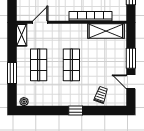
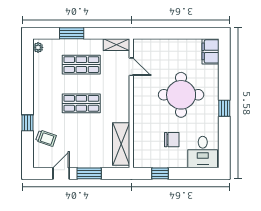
bookcase: (91, 16) -> (139, 126), removed
window: (76, 110) -> (28, 123), moved

